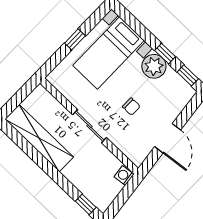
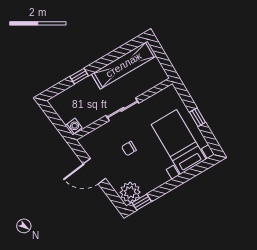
window: (165, 54) -> (165, 188), removed
plant: (154, 66) -> (130, 192), moved
window: (86, 204) -> (79, 76), moved

